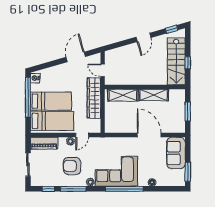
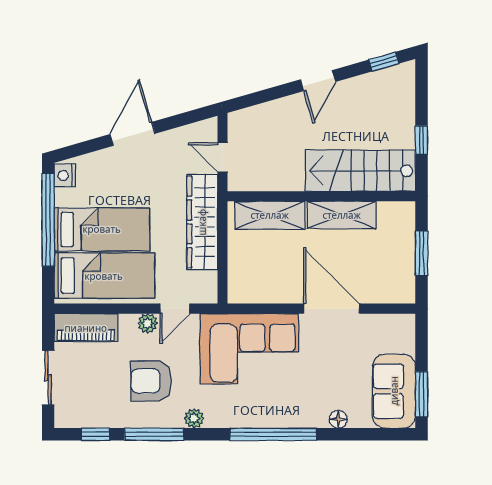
door: (76, 57) -> (133, 134), moved
stairs: (176, 61) -> (360, 171), moved, turned 90
sofa: (176, 153) -> (394, 391), moved
corner sofa: (116, 171) -> (249, 349), moved, turned 180

